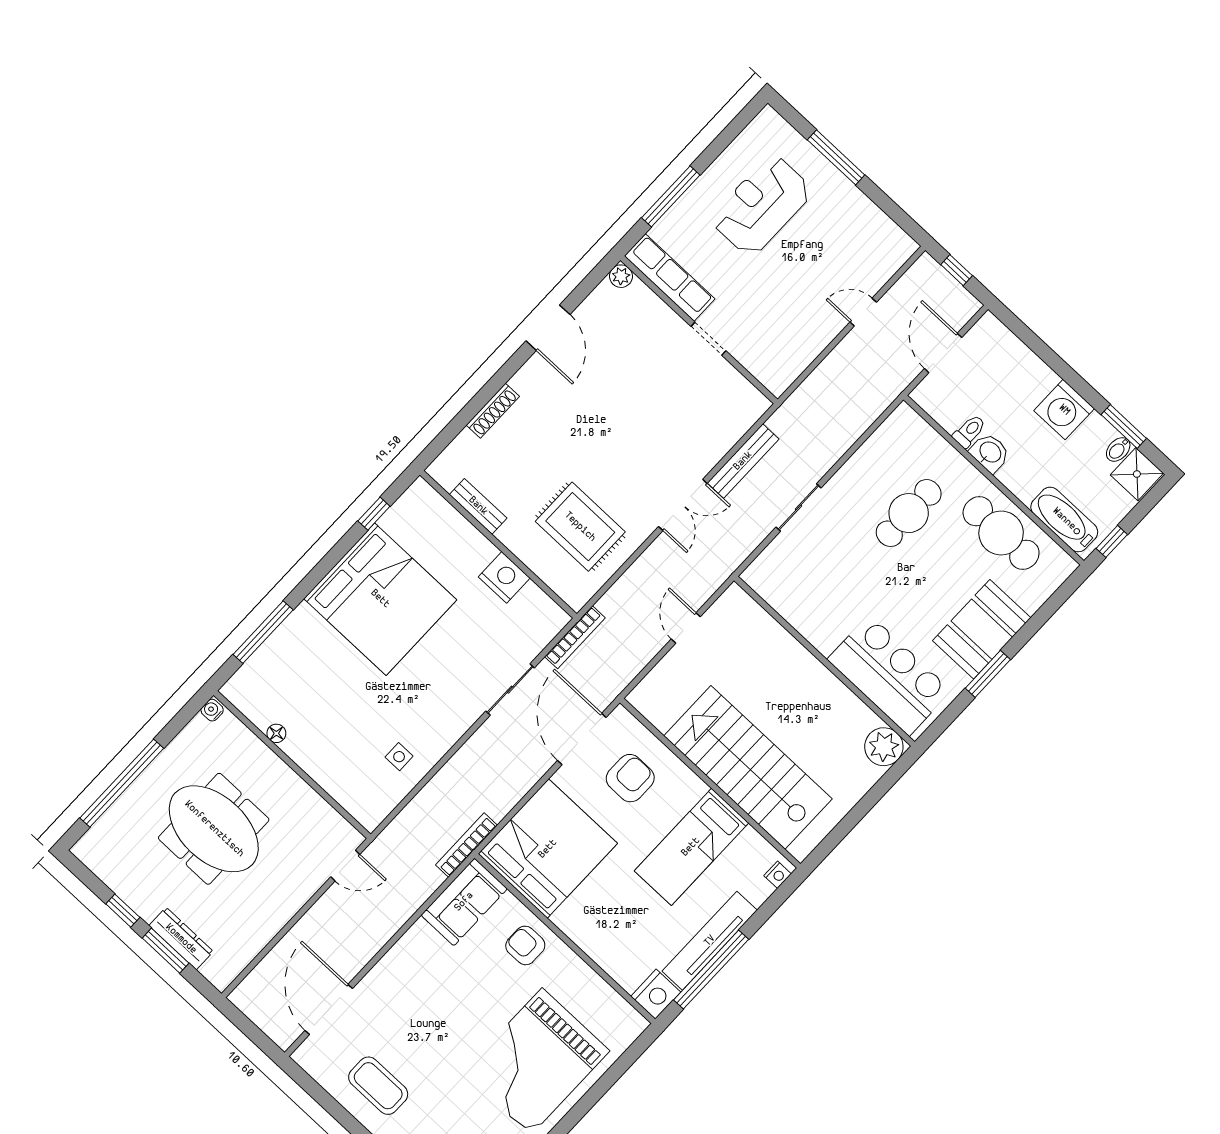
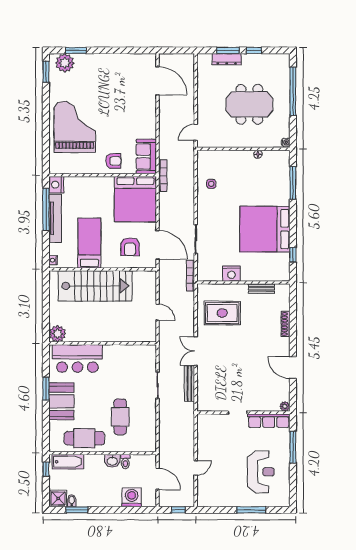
washing machine: (1064, 410) -> (132, 497), moved
coffee table: (378, 1086) -> (118, 71), removed

